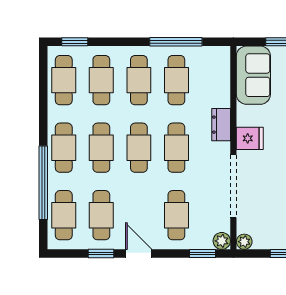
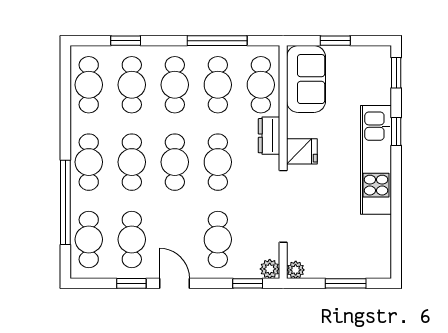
window: (75, 42) -> (126, 41), moved
cafe table: (214, 80) -> (261, 85), added

